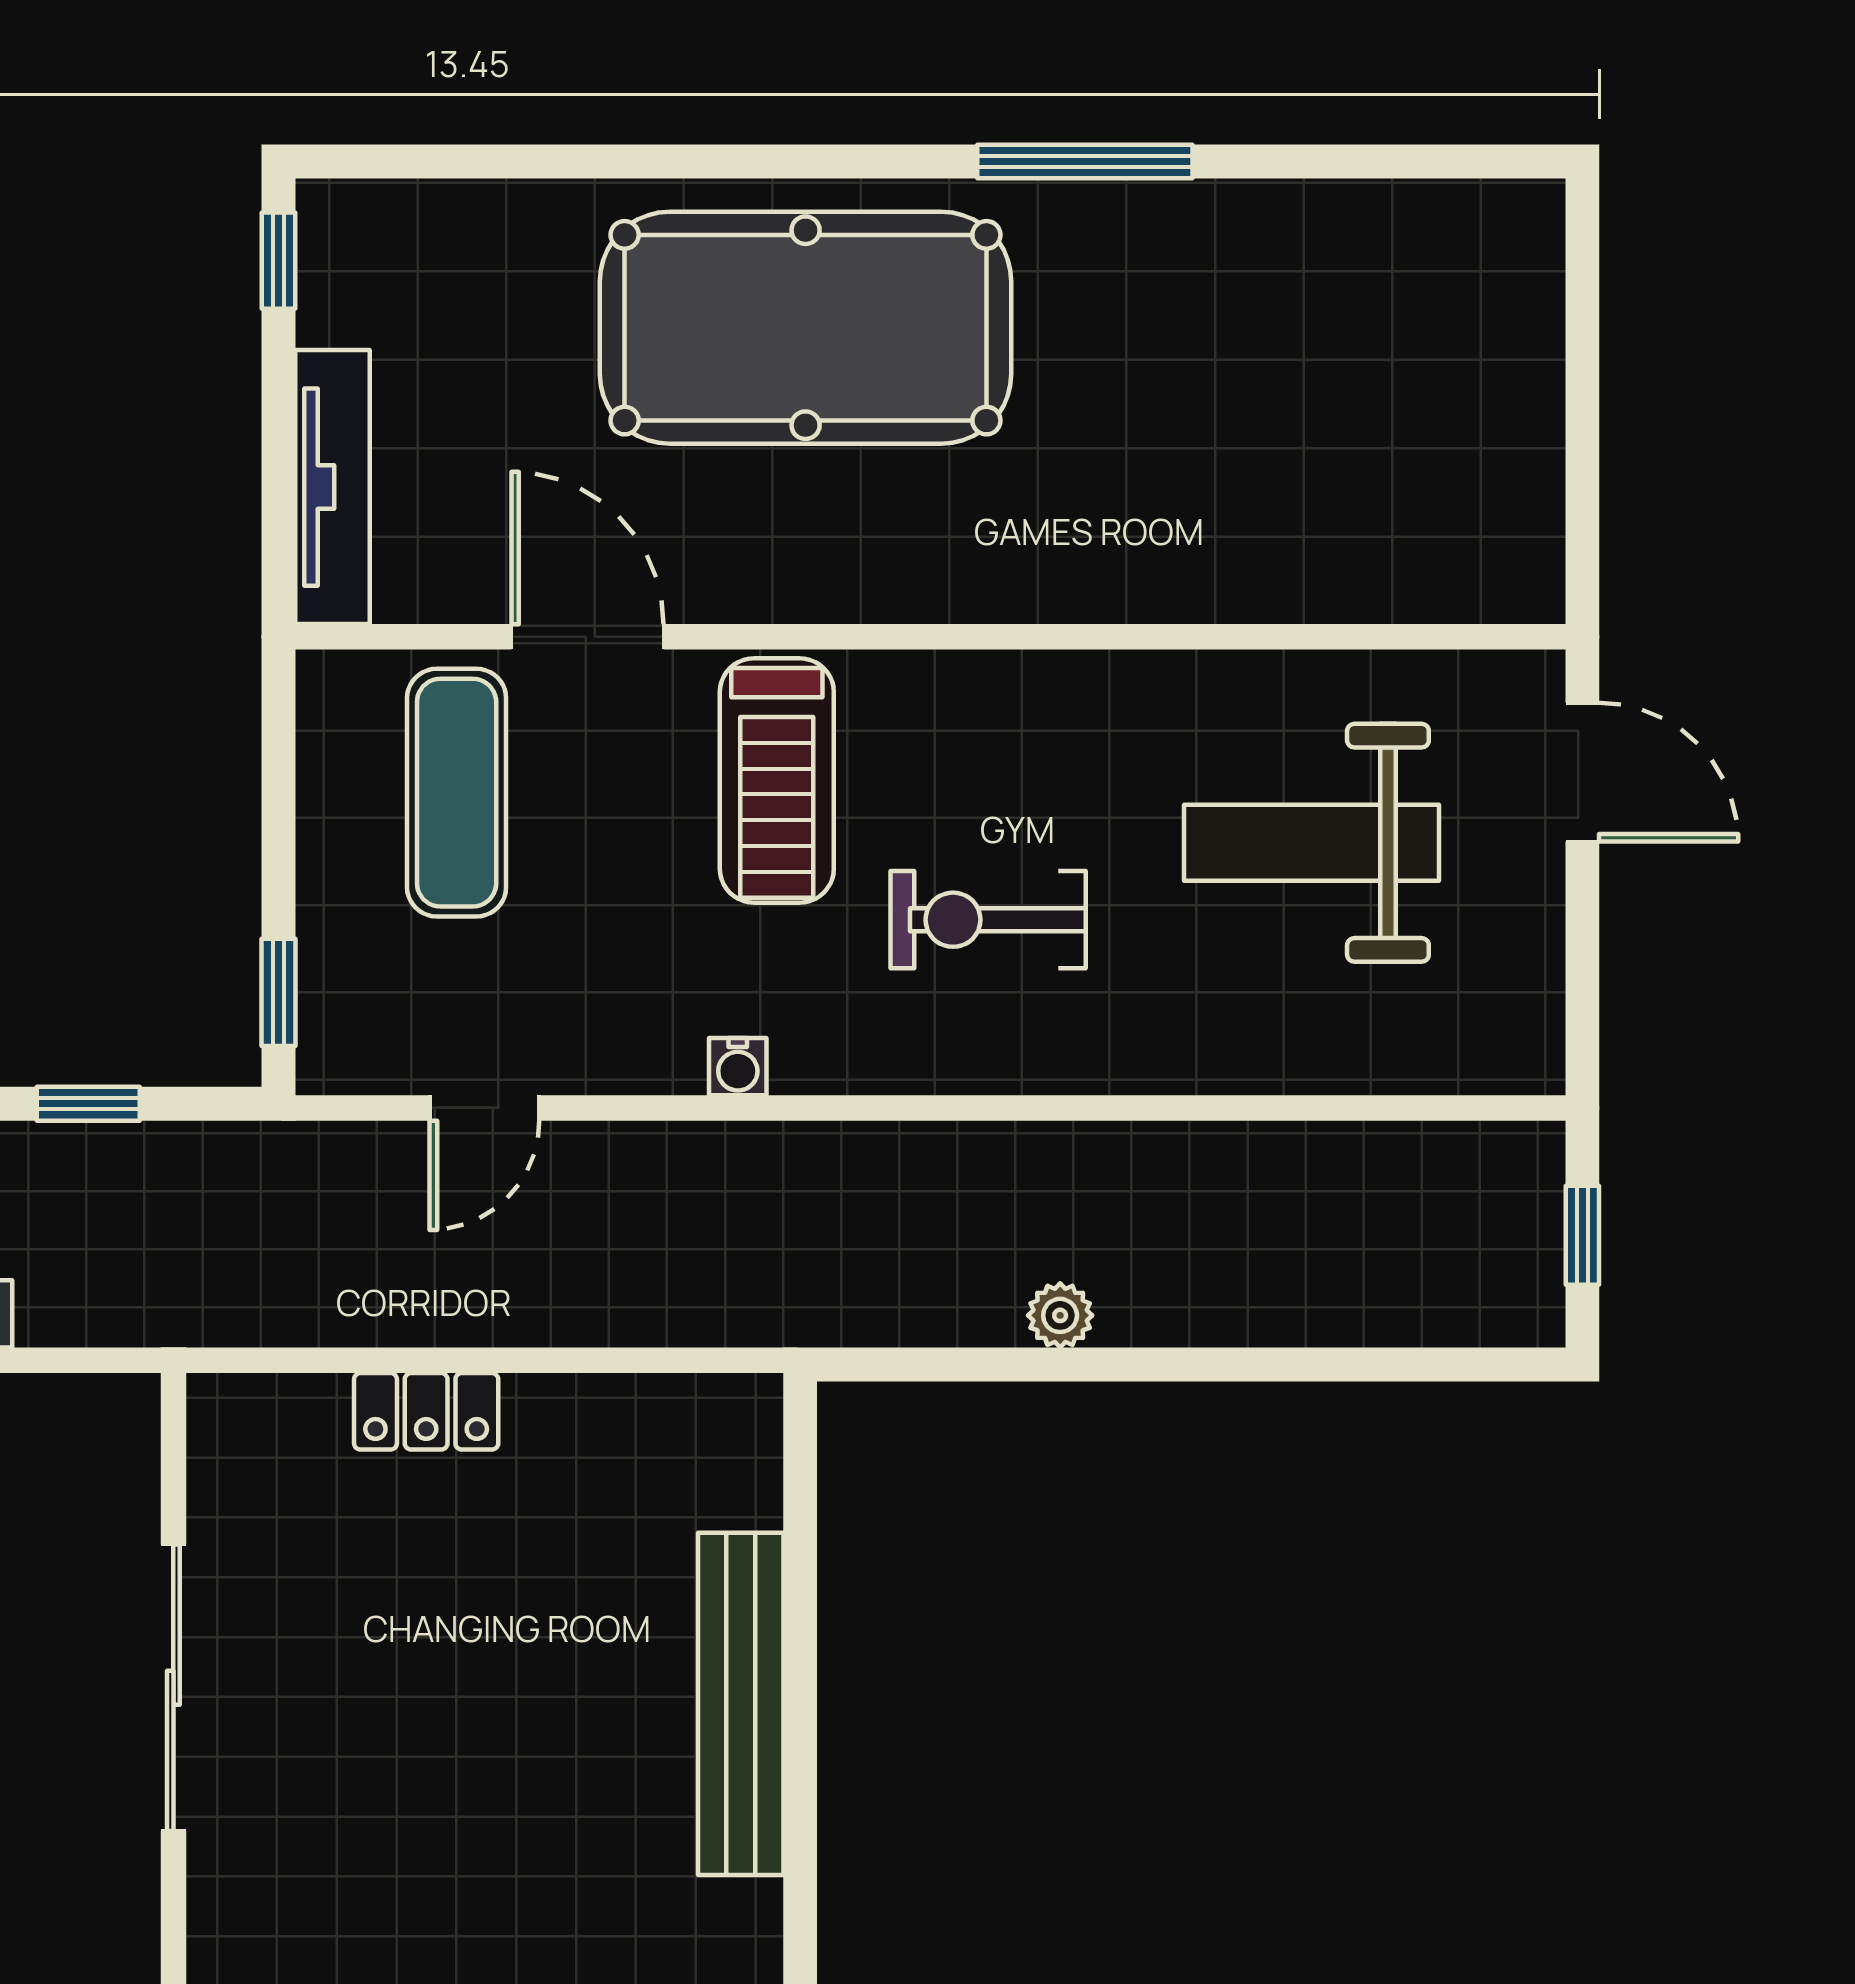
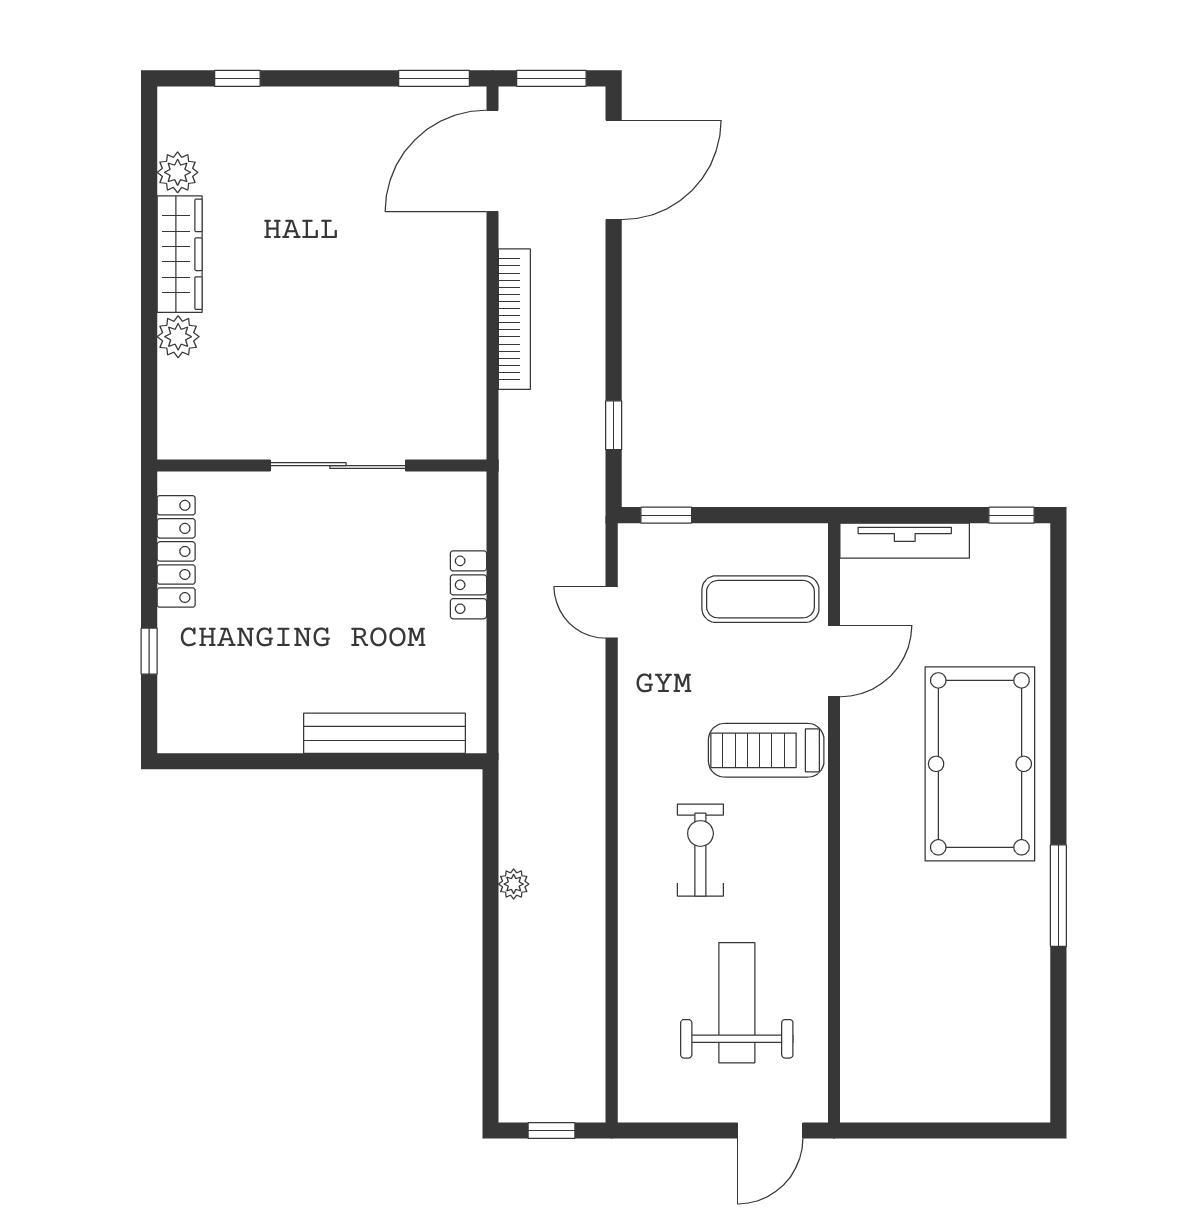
water cooler: (738, 1067) -> (631, 732), removed
bench: (741, 1704) -> (384, 733), moved

